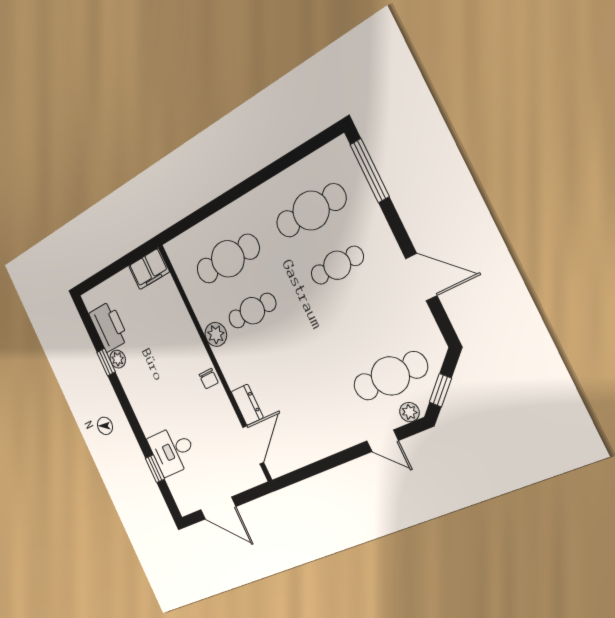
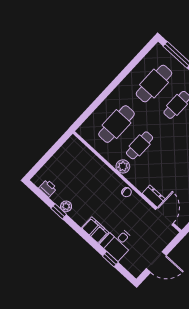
filing cabinet: (149, 269) -> (95, 230), moved, turned -90
printer: (109, 327) -> (48, 188), width x0.53, depth x0.68

